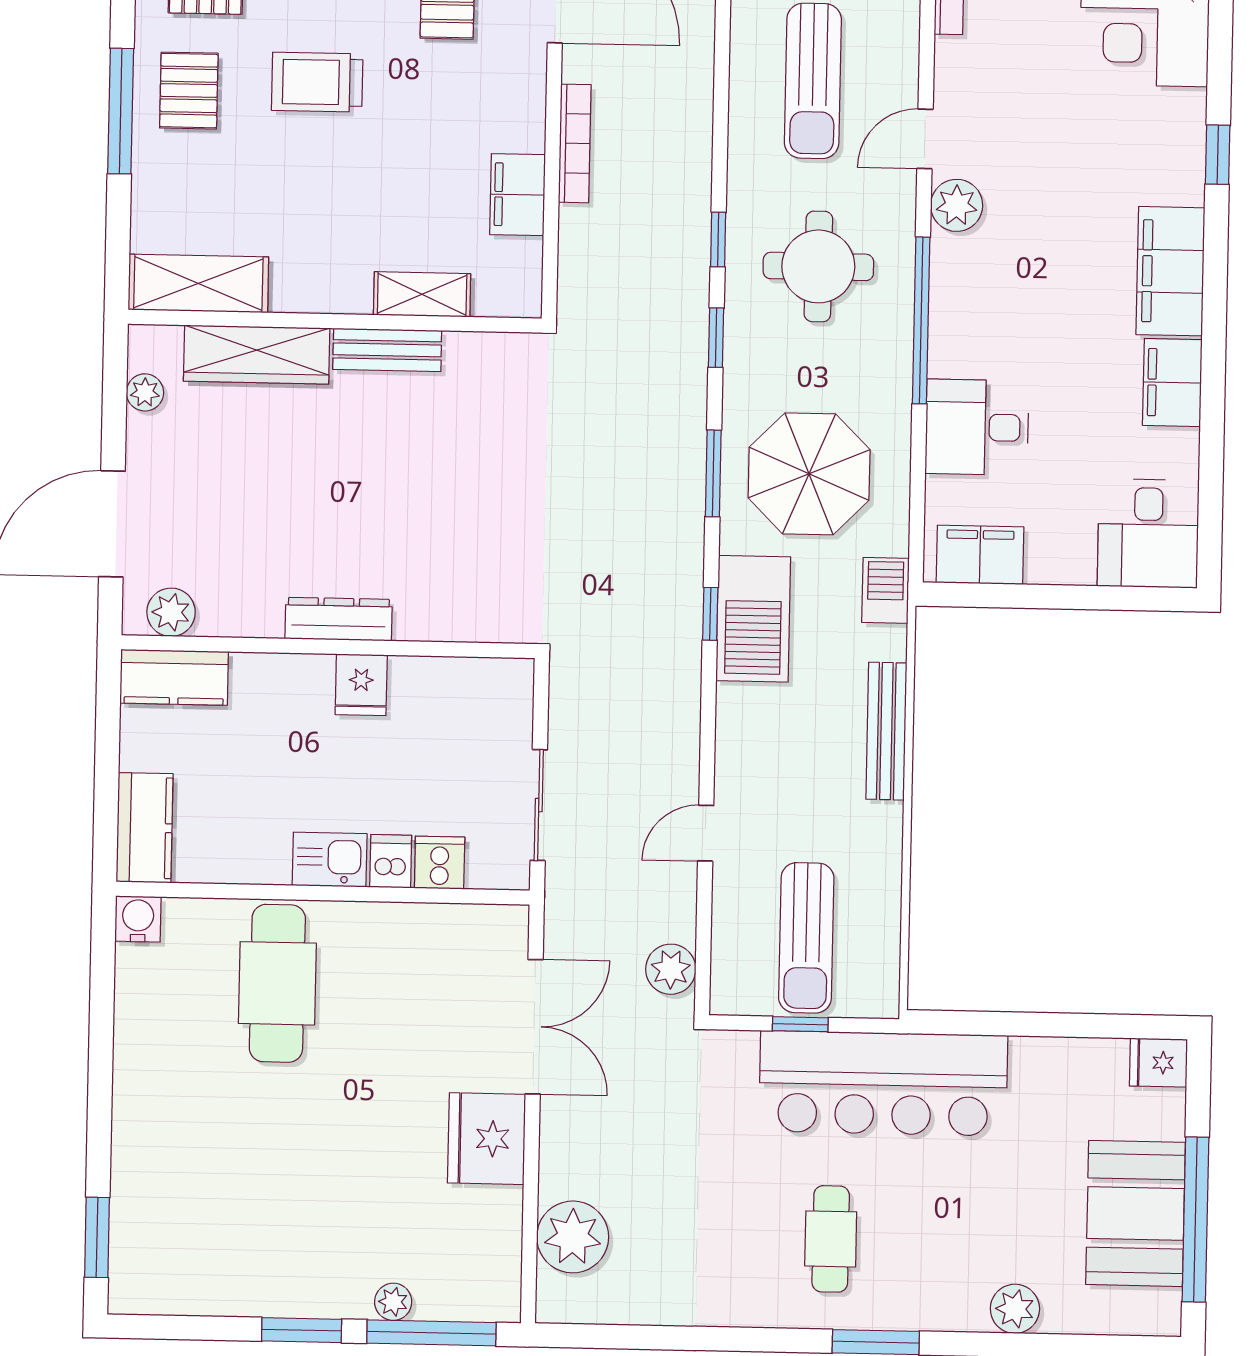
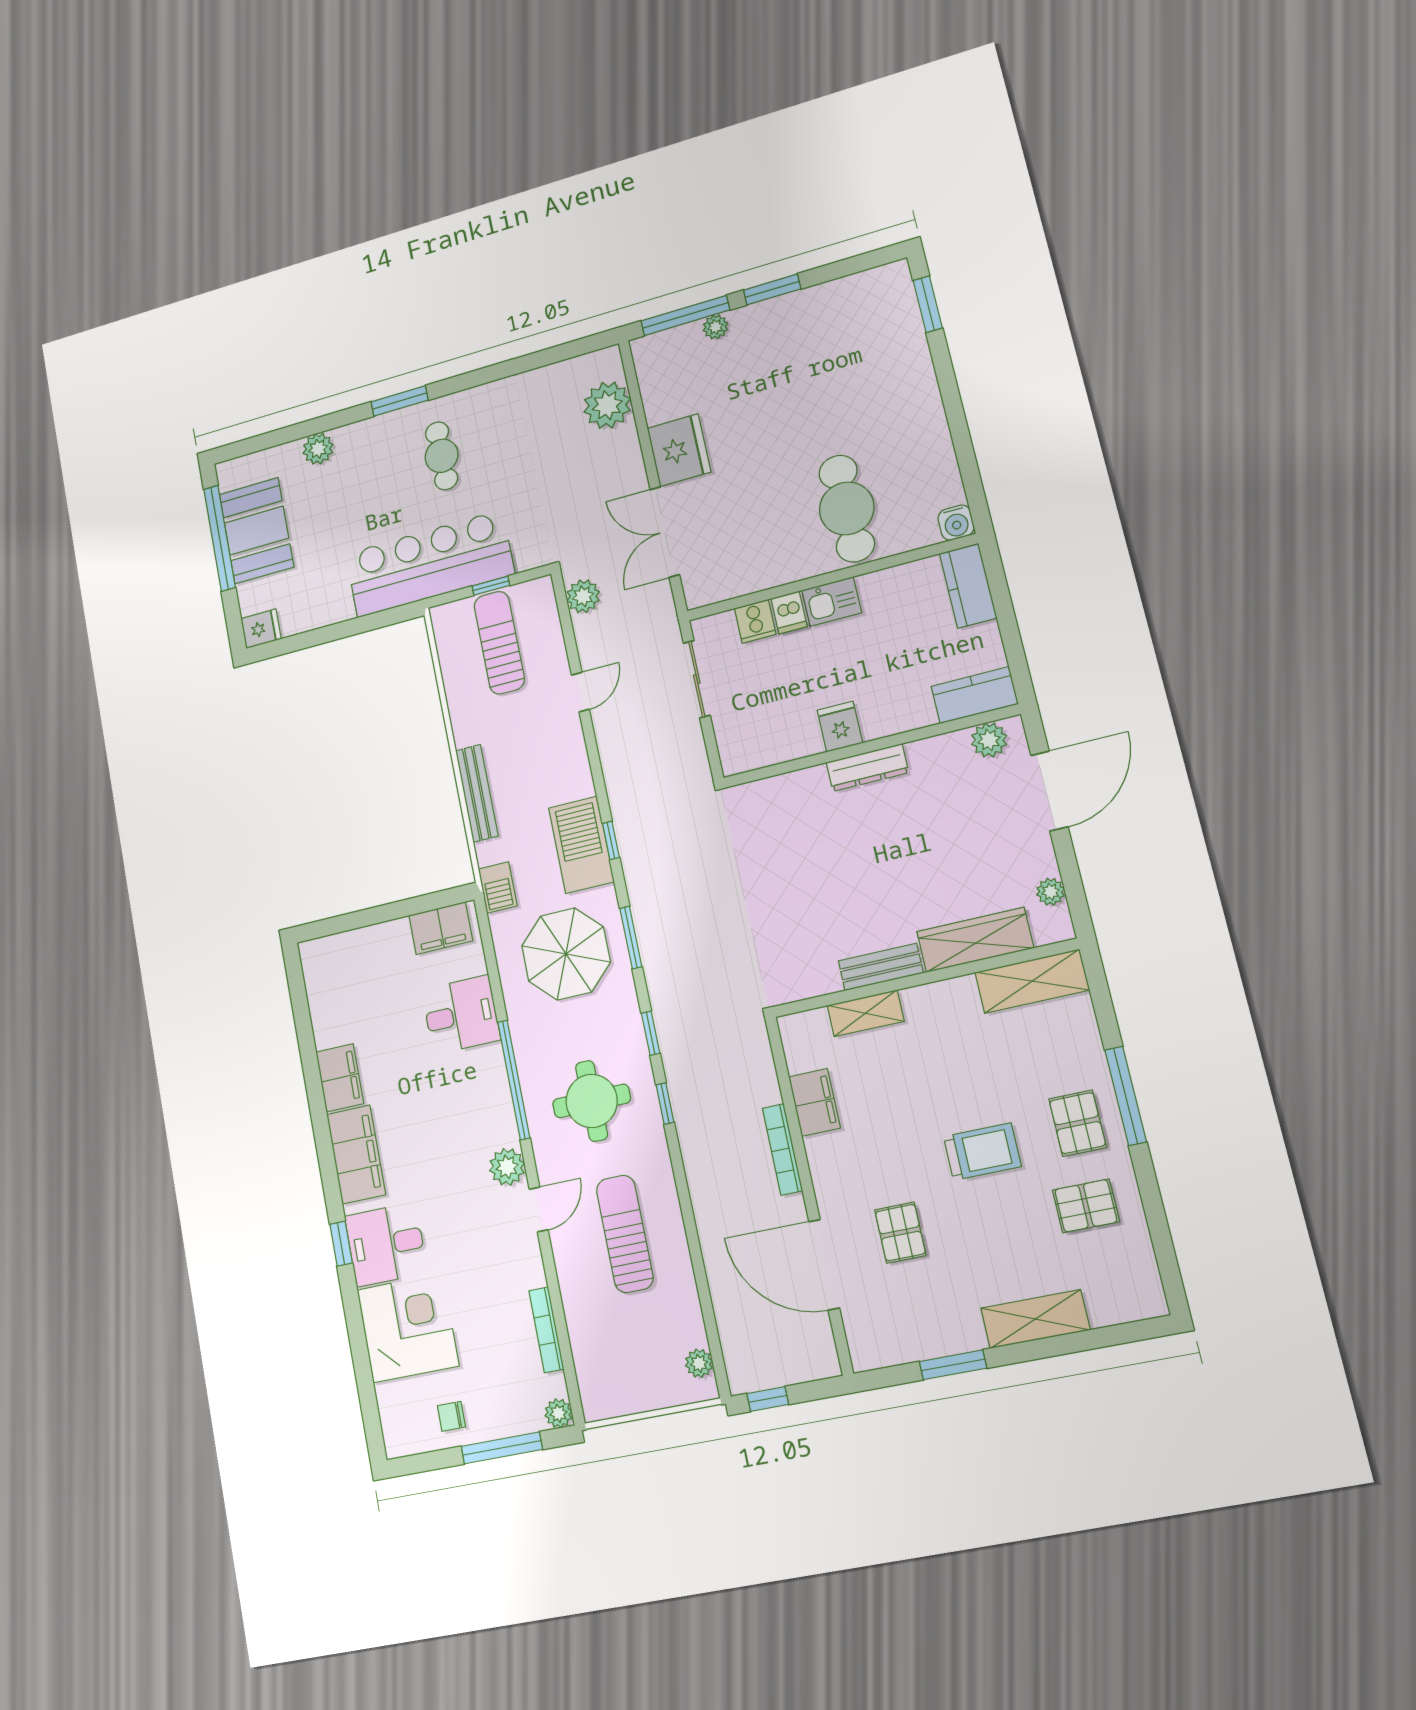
desk: (1148, 533) -> (386, 1244), moved, turned -90

